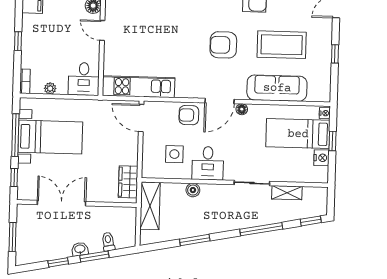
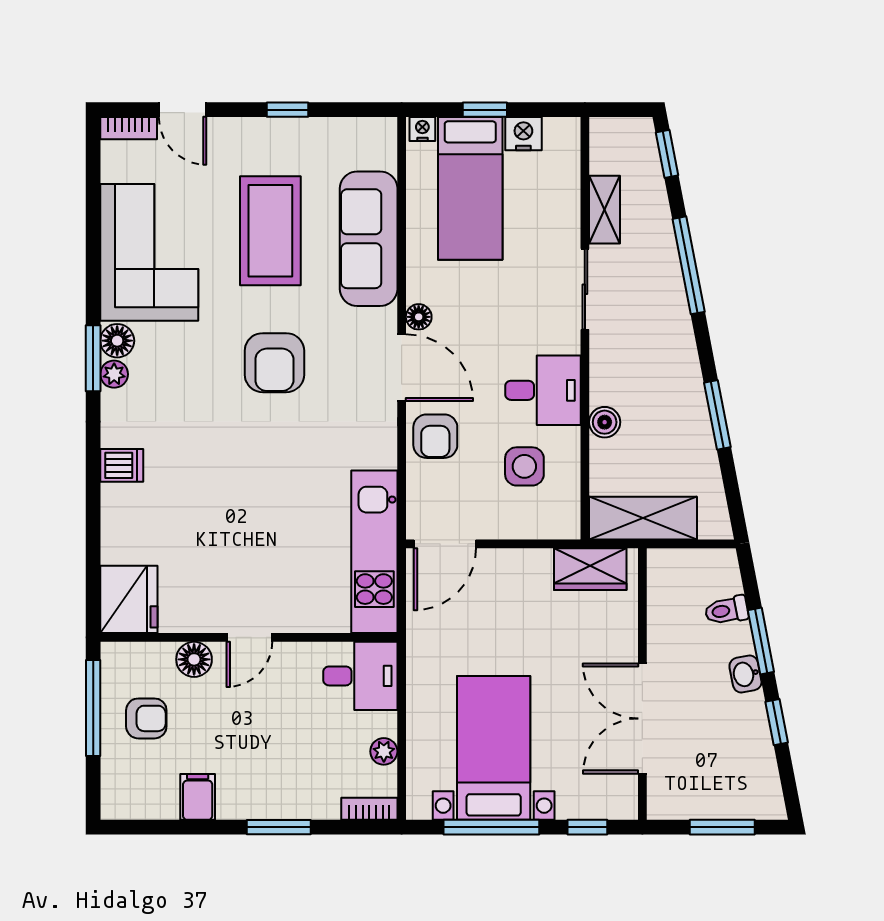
window: (18, 41) -> (279, 827), width x1.50

